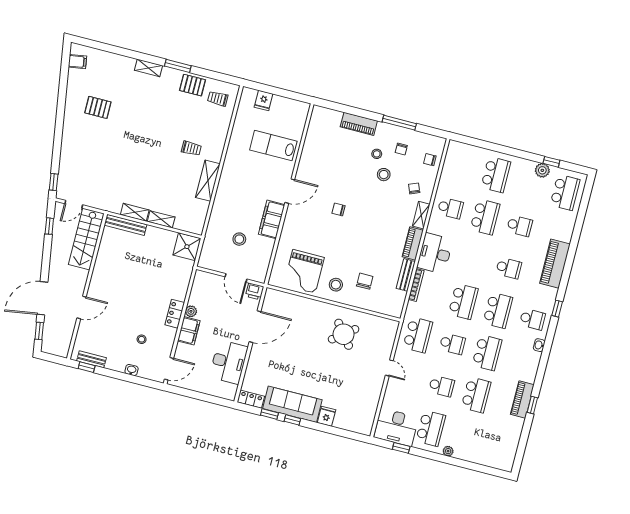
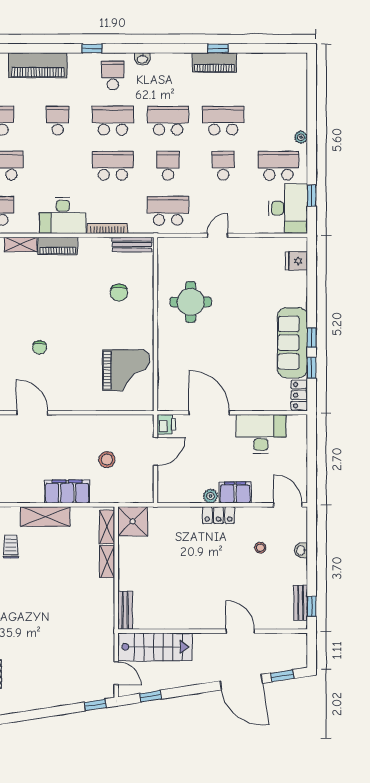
shelving: (135, 212) -> (107, 527), moved
filing cabinet: (272, 219) -> (67, 492), moved, turned 180
bench: (126, 225) -> (125, 610), width x0.73
bench: (406, 275) -> (132, 245), moved
chair: (365, 281) -> (119, 293), turned -90
stool: (336, 285) -> (132, 327), removed
round table: (344, 334) -> (191, 302), turned 38
fridge: (327, 416) -> (296, 261), moved

